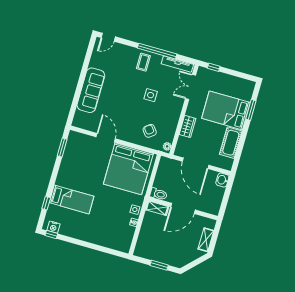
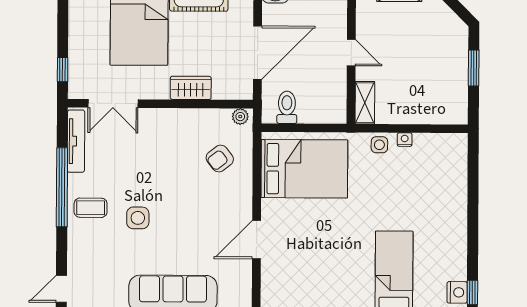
door: (108, 37) -> (61, 289), swing flipped
side table: (151, 95) -> (138, 218), moved
bed: (128, 169) -> (304, 169), width x0.73
toilet: (158, 194) -> (287, 107), moved
door: (183, 208) -> (351, 53), width x0.53

